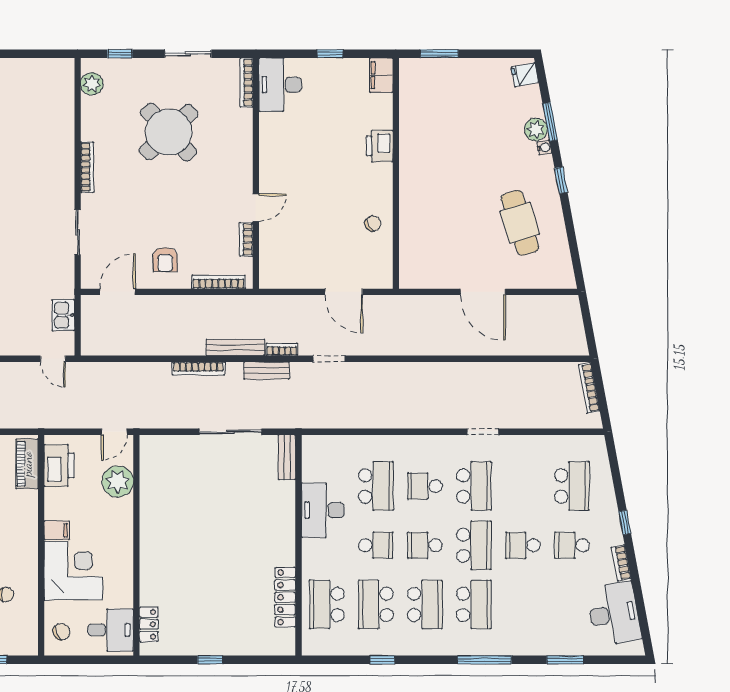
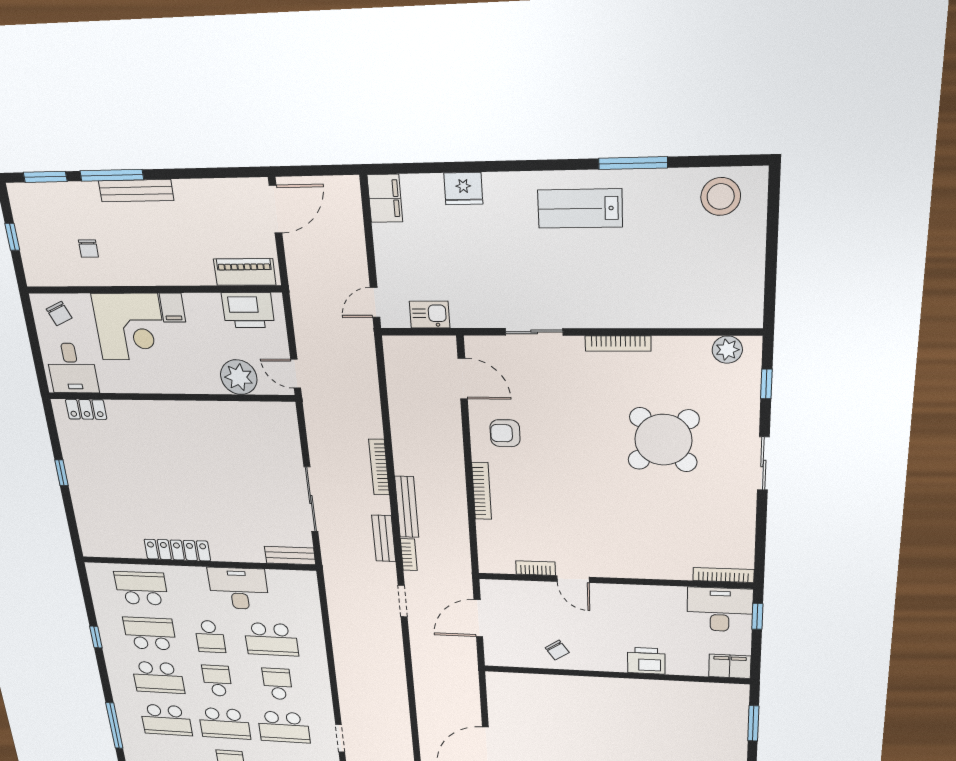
bookcase: (247, 82) -> (723, 575), moved
desk: (280, 85) -> (720, 610), moved
wall: (256, 173) -> (614, 581), moved
door: (256, 208) -> (573, 579), moved
bookcase: (246, 239) -> (536, 568), moved
locker: (285, 597) -> (177, 550), moved

